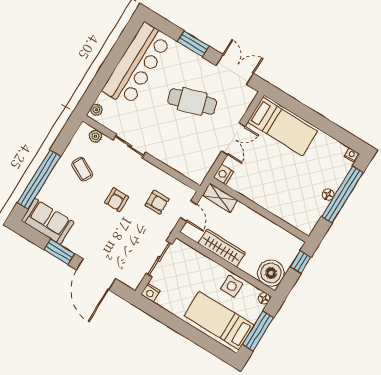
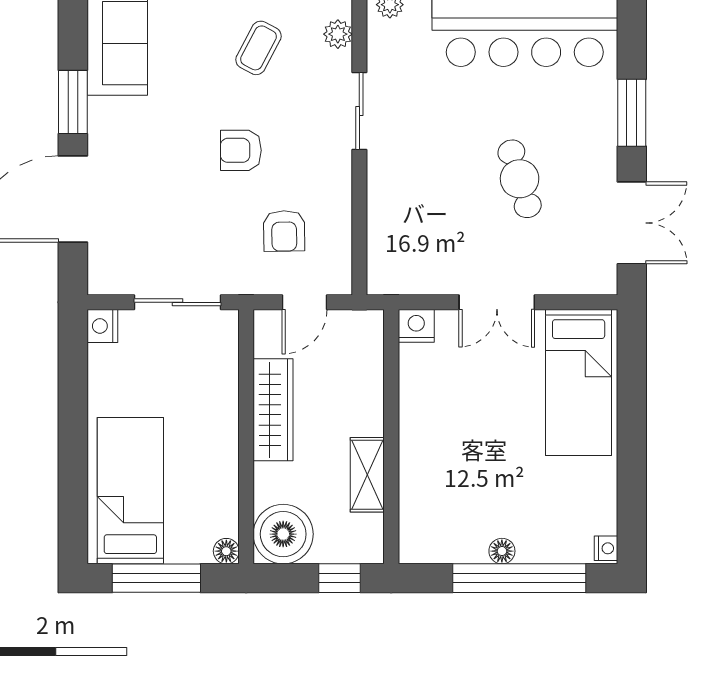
cafe table: (192, 101) -> (520, 179), width x0.73, depth x0.74
shelving: (220, 198) -> (367, 475), moved
side table: (232, 286) -> (211, 474), removed

